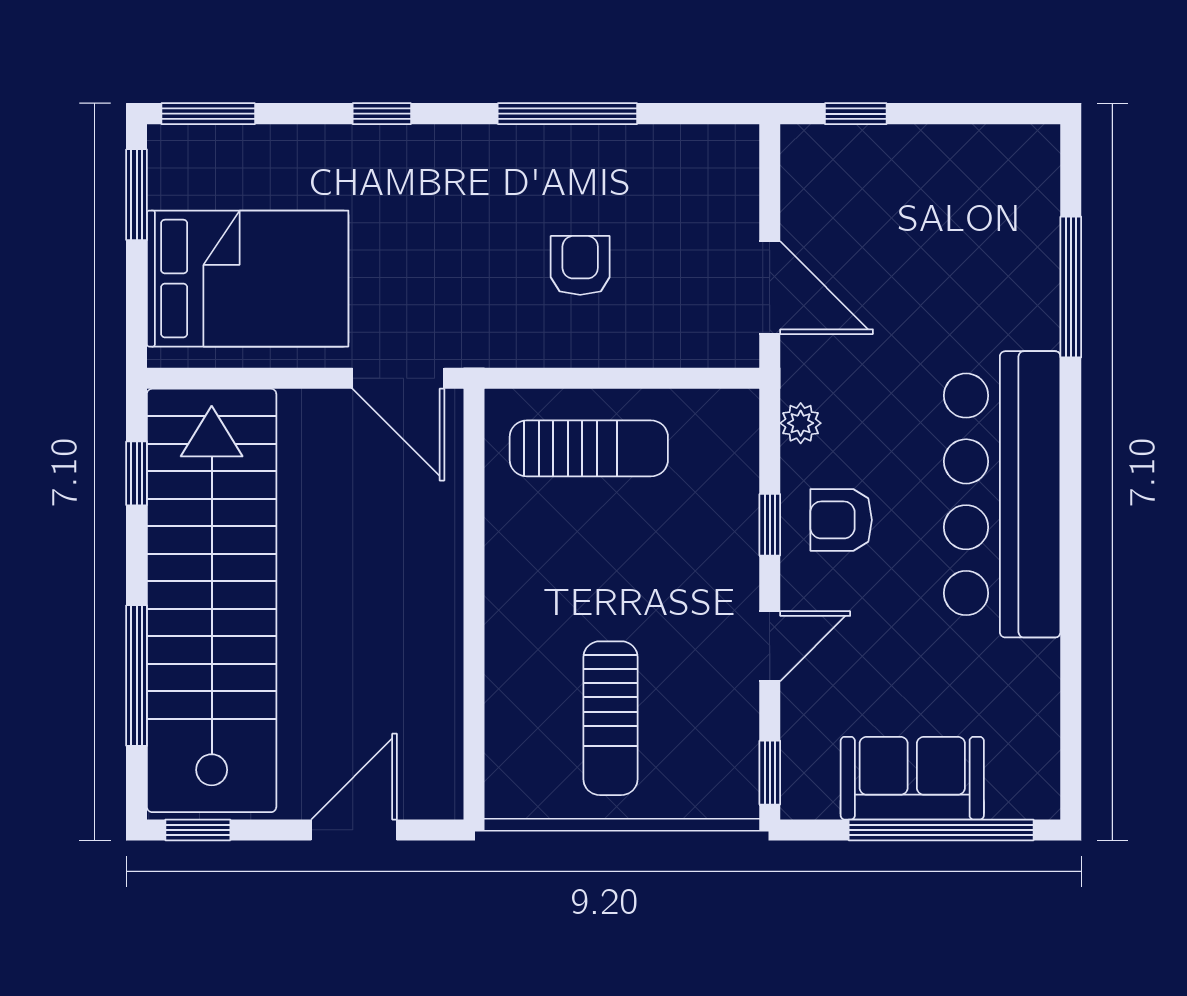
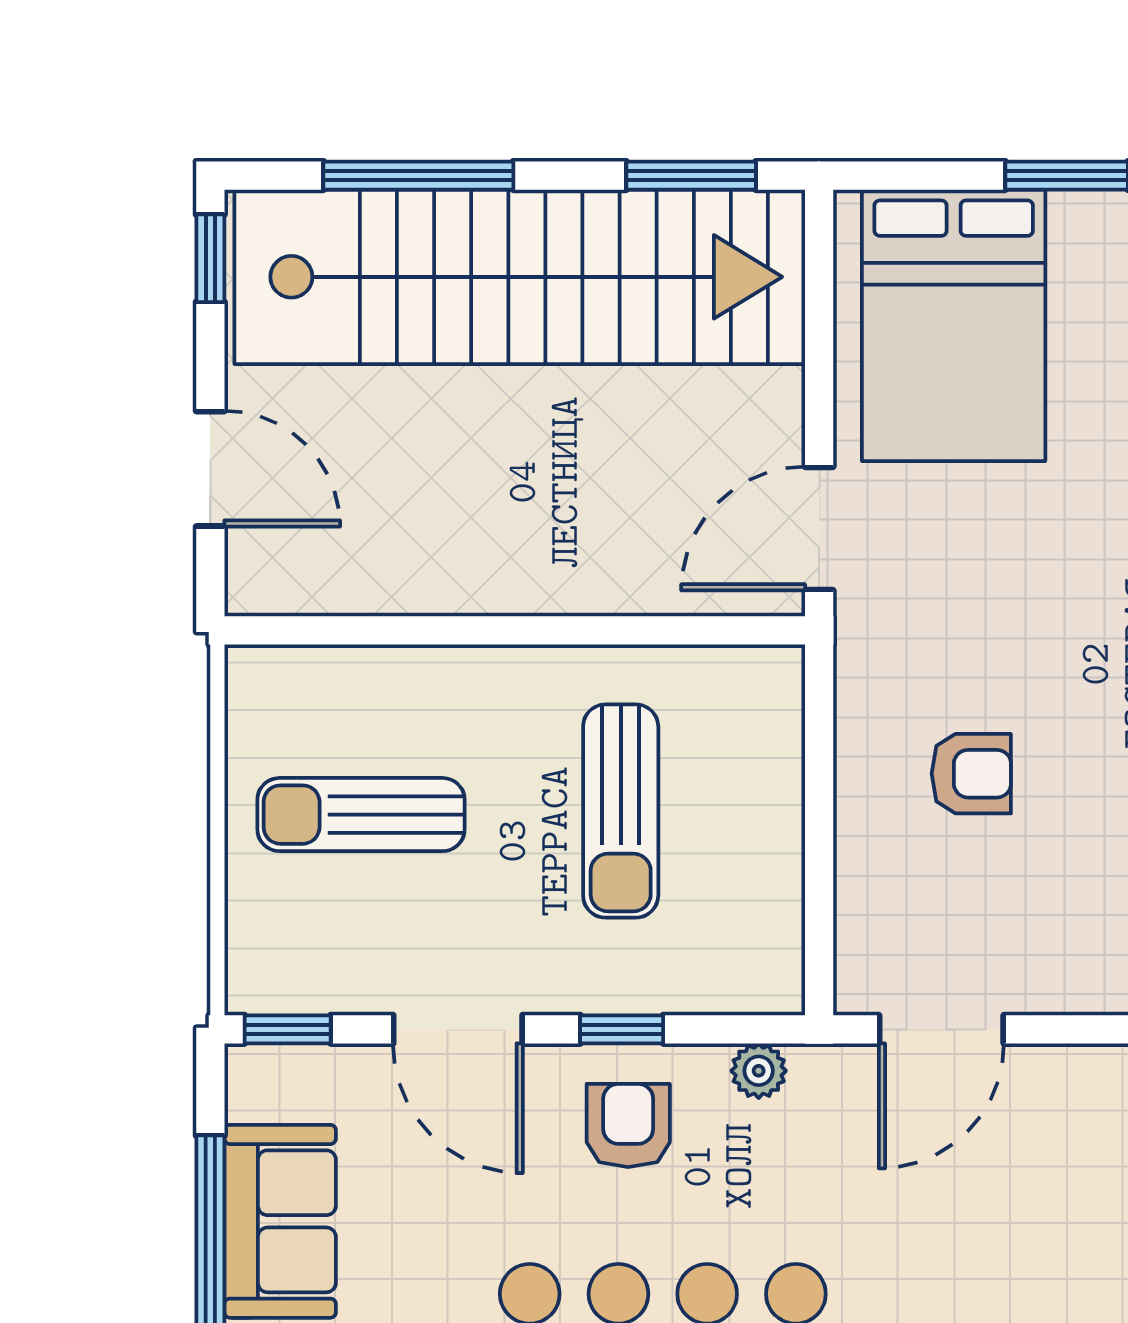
sun lounger: (589, 448) -> (621, 811), moved
window: (137, 473) -> (691, 176), width x1.50
door: (770, 646) -> (458, 1029), width x1.38

